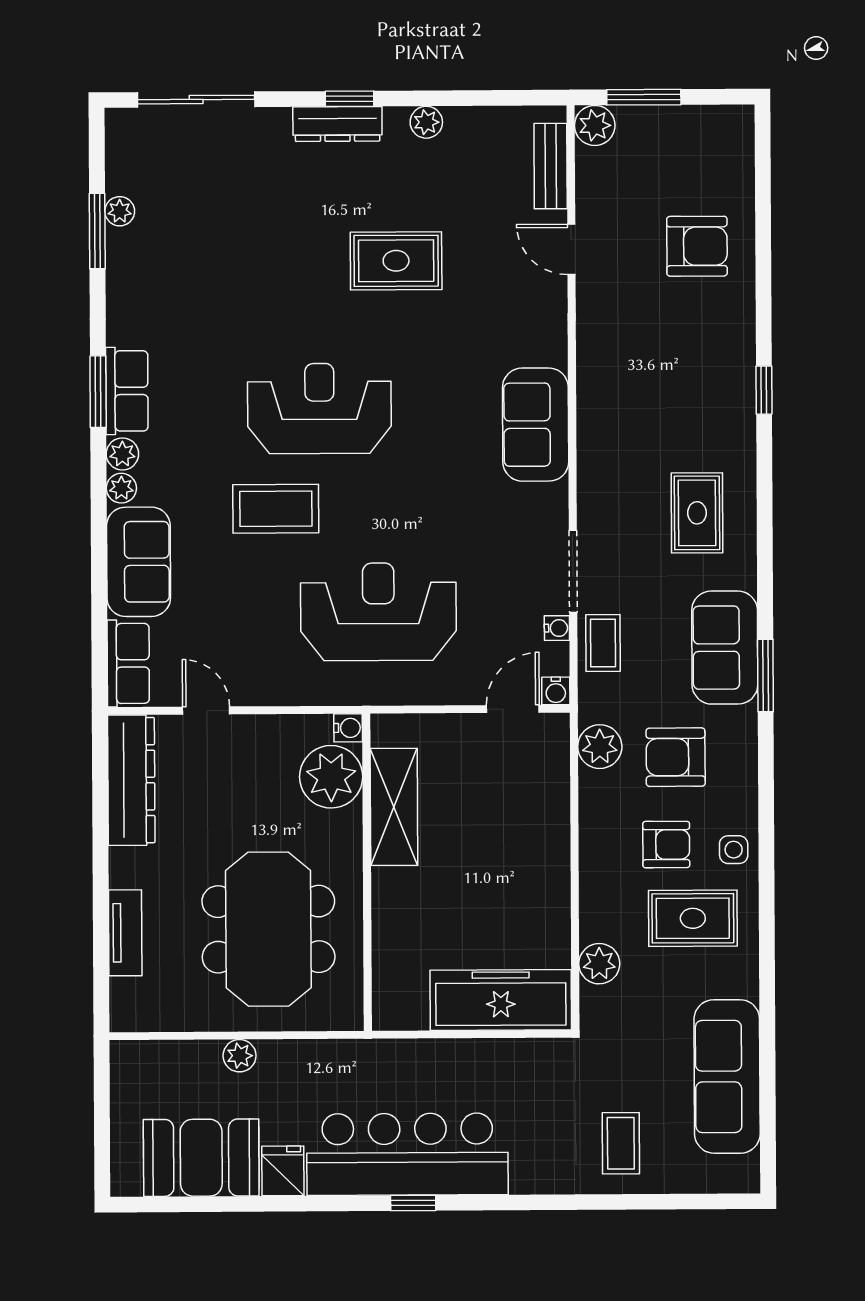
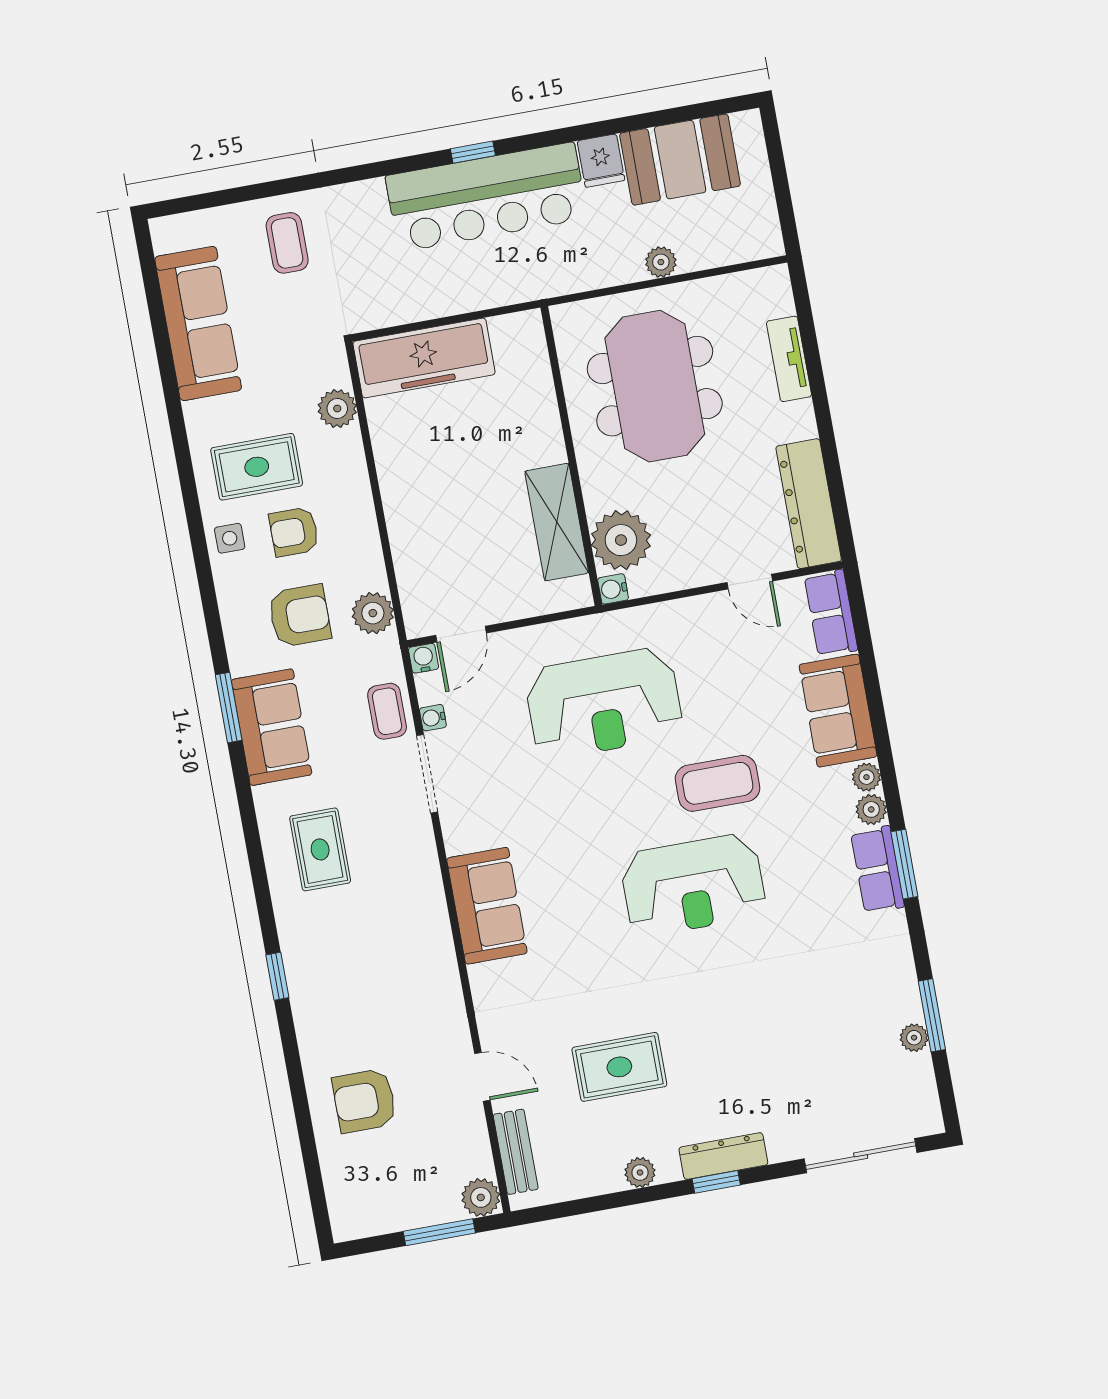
rug: (396, 261) -> (619, 1067), moved

